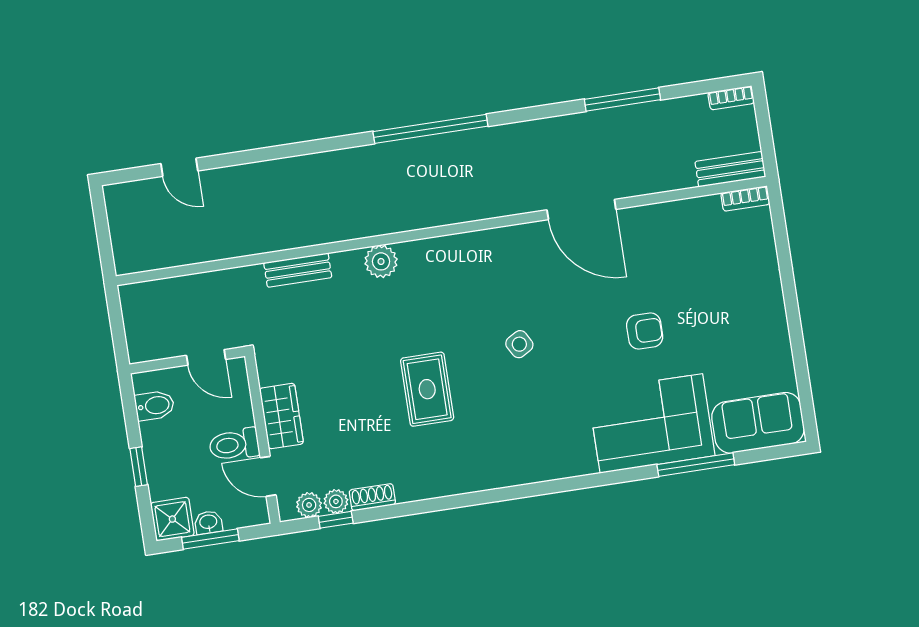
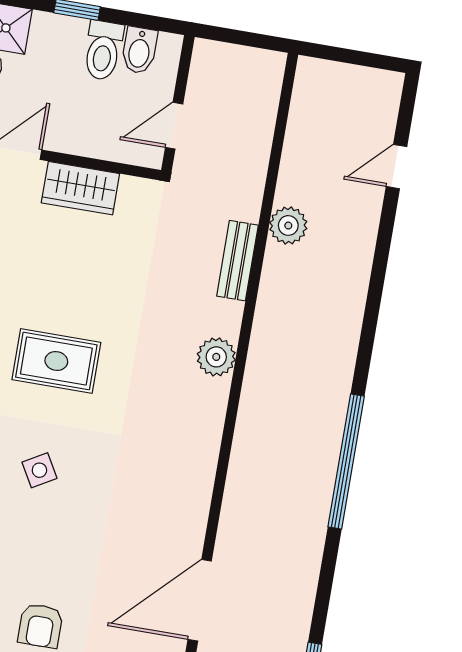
plant: (256, 239) -> (288, 225), added
side table: (519, 344) -> (39, 470), moved
toilet: (234, 445) -> (103, 50), moved, turned 180

